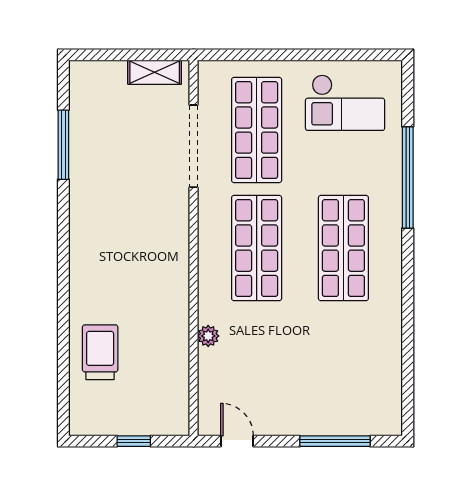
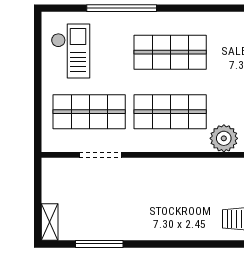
shelving: (155, 72) -> (50, 222), moved
doorway: (194, 146) -> (100, 155), width x0.73
plant: (208, 336) -> (224, 138), width x1.88, depth x1.88

